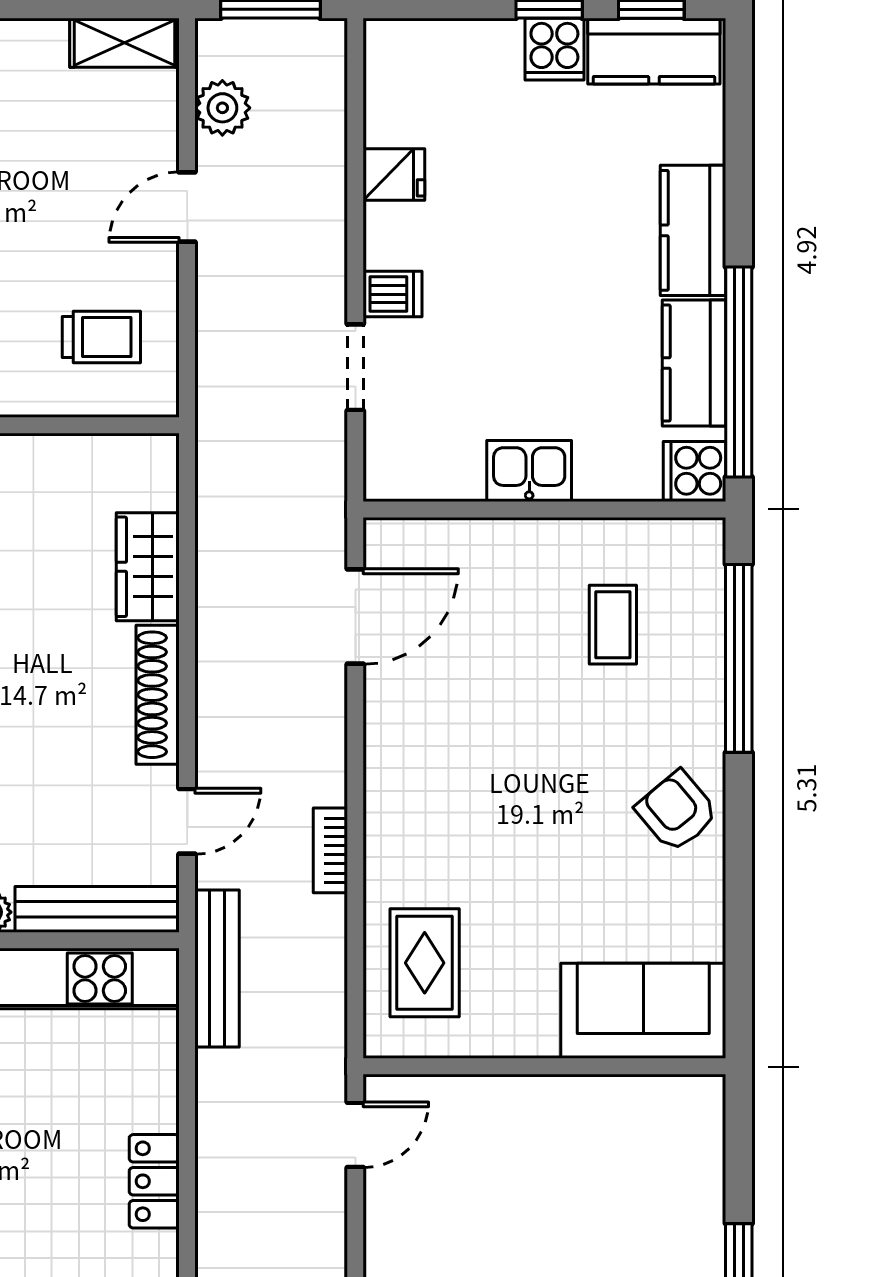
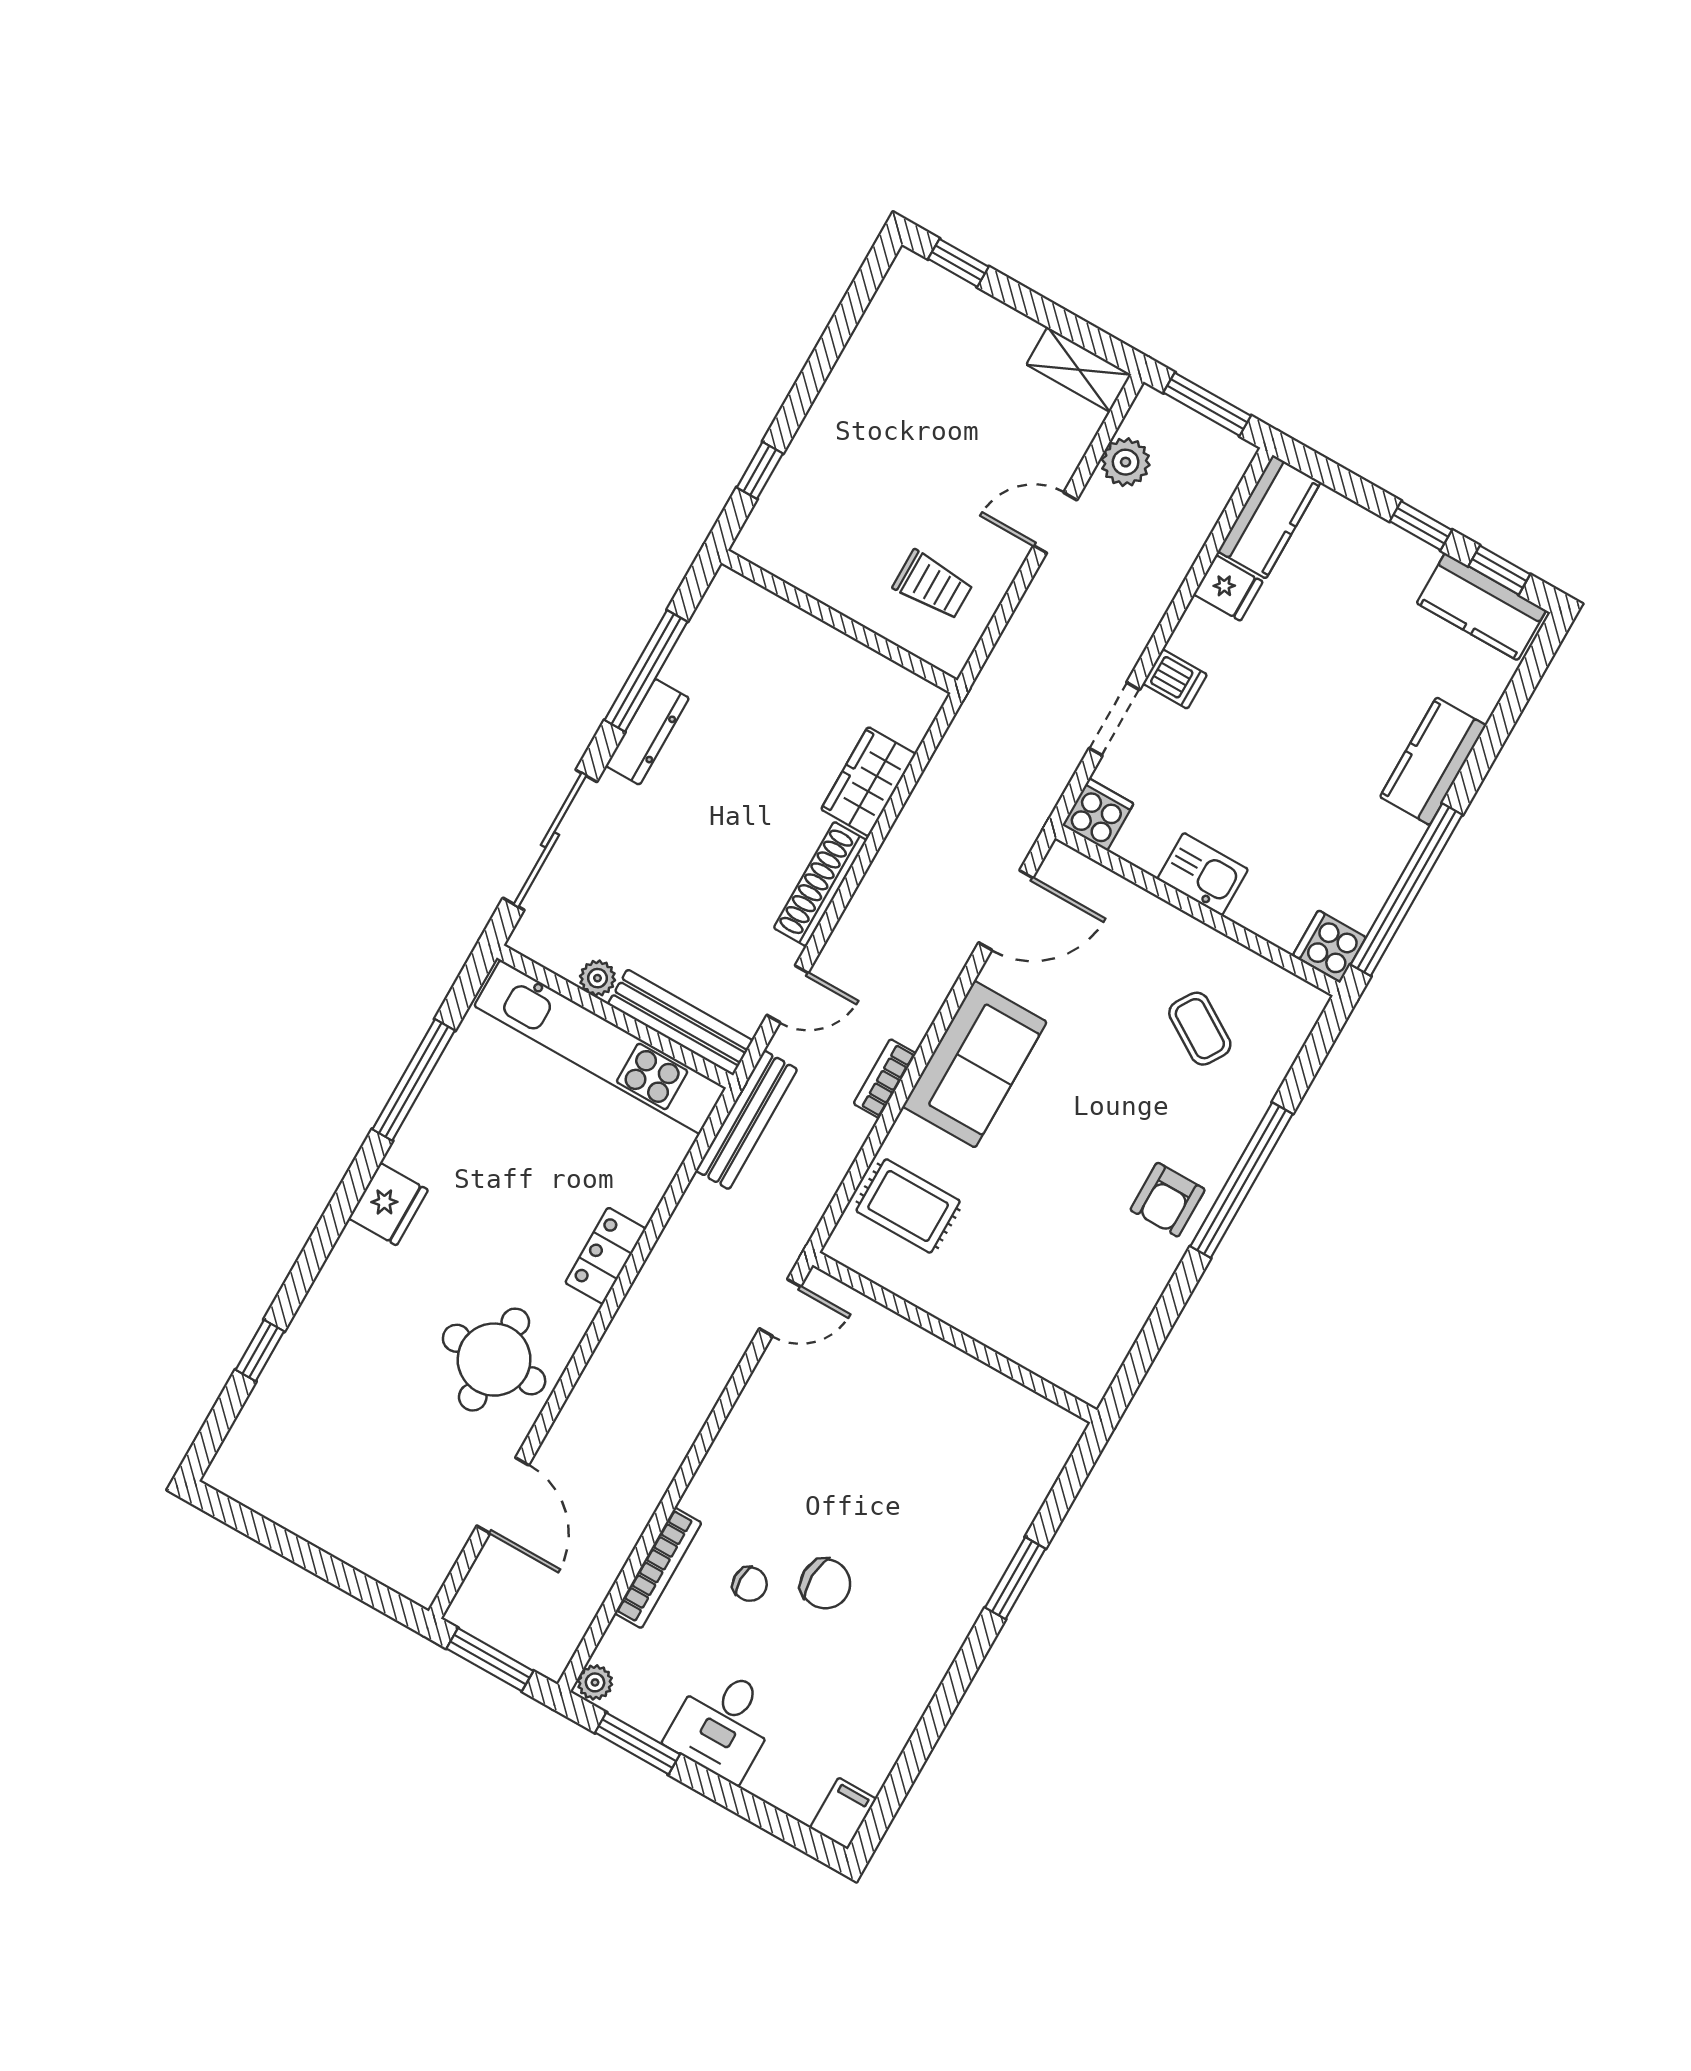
cooker: (554, 49) -> (1098, 814), moved, turned 180
kitchen counter: (694, 363) -> (1269, 517), moved, turned 180
coffee table: (613, 625) -> (1200, 1029), turned -58
window: (739, 658) -> (1241, 1180), moved
armchair: (677, 811) -> (1168, 1200), turned -140
rug: (425, 963) -> (908, 1206), turned 90
sofa: (643, 1011) -> (975, 1064), moved, turned 90

